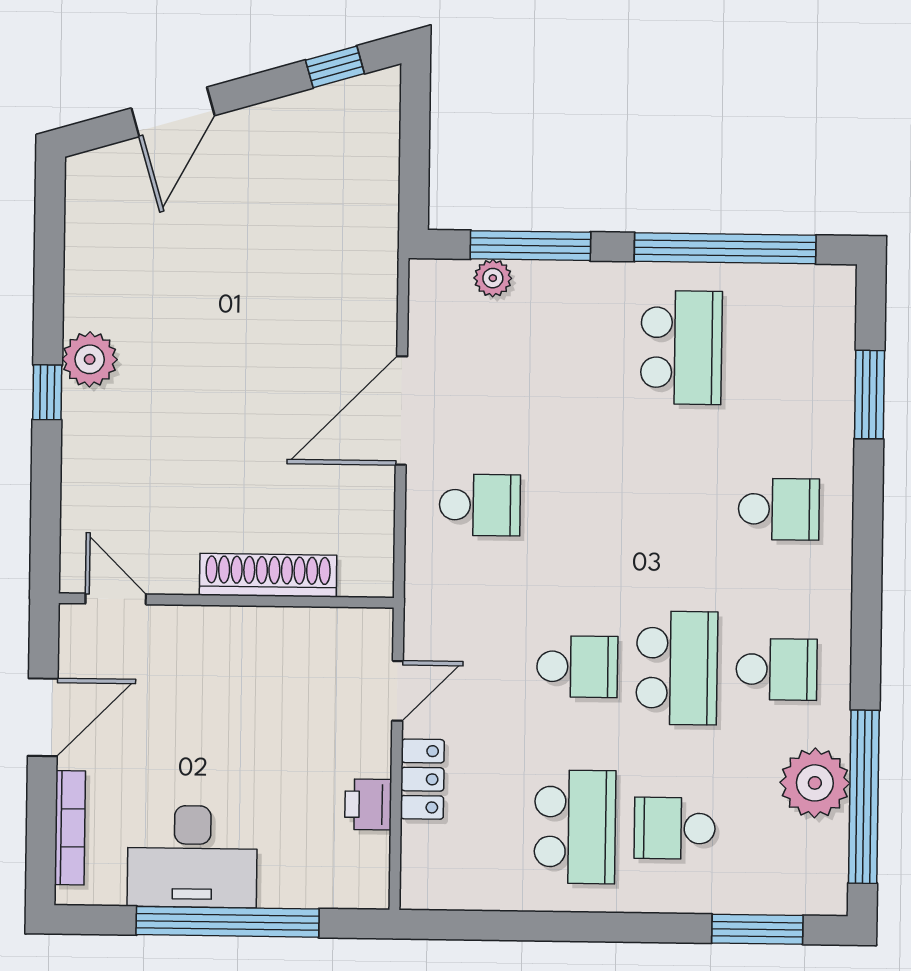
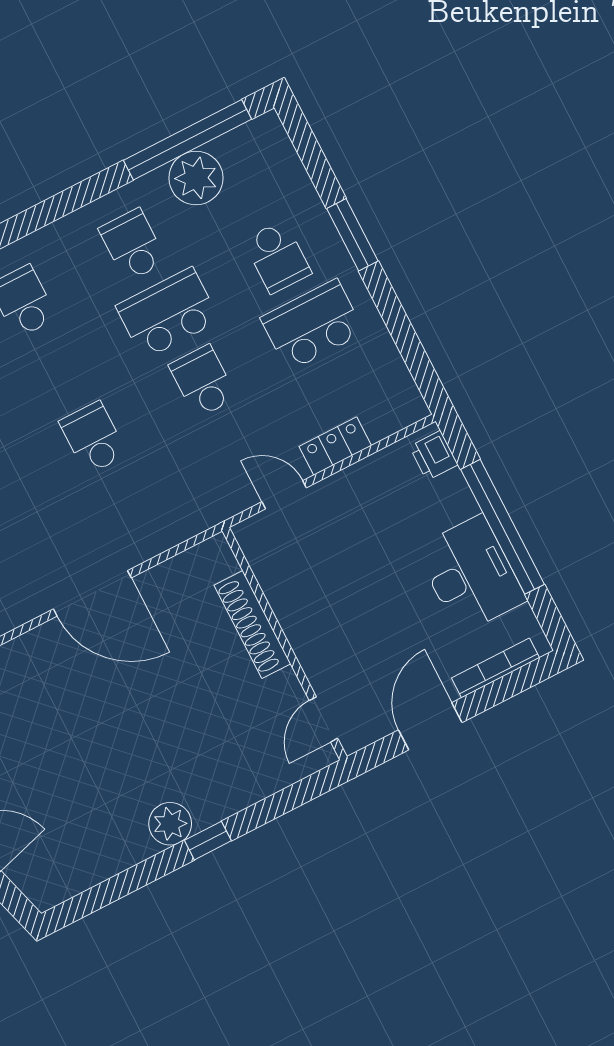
school desk: (480, 505) -> (93, 438), moved
door: (43, 717) -> (430, 726), hinge flipped
printer: (368, 804) -> (434, 456), moved, turned 90
window: (757, 929) -> (352, 235), moved

